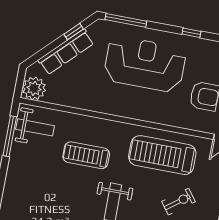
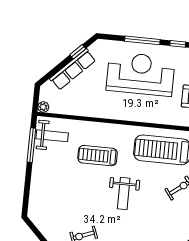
window: (126, 20) -> (142, 40), moved
plant: (34, 88) -> (43, 107), width x0.53, depth x0.53

